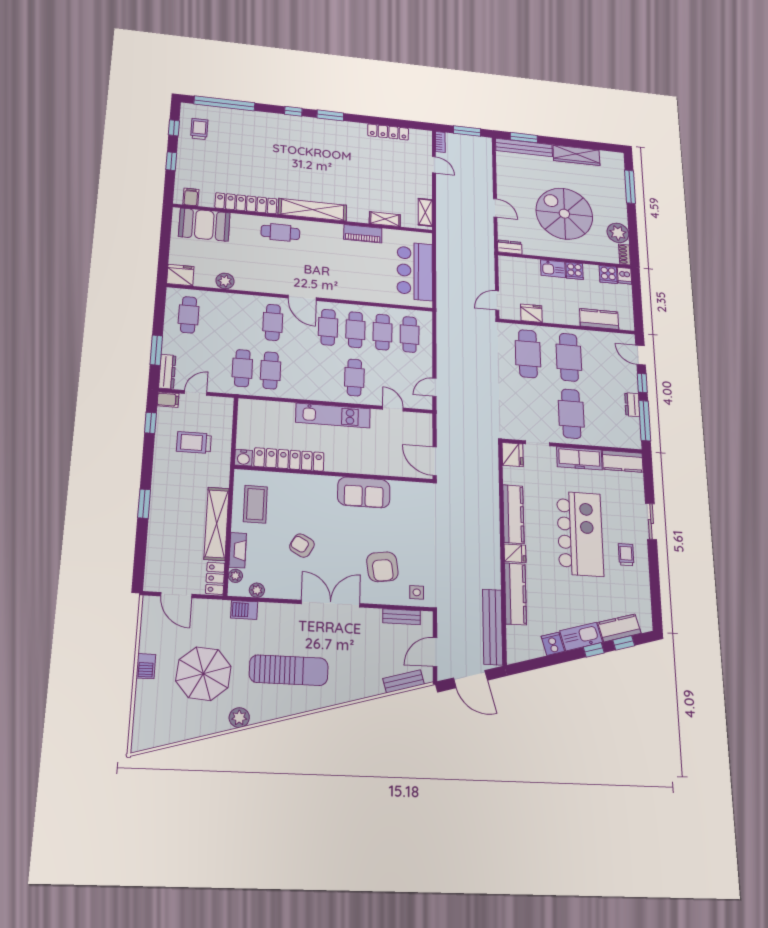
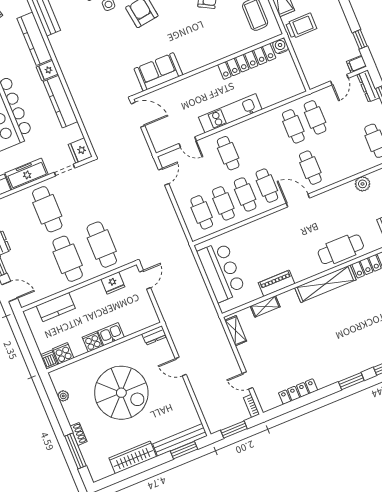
cafe table: (280, 232) -> (341, 249), width x1.37, depth x1.35
plant: (618, 233) -> (63, 396), width x0.53, depth x0.53
shoe rack: (625, 254) -> (78, 434), moved
trolley: (194, 443) -> (301, 26), moved
sofa: (364, 492) -> (158, 72), moved

